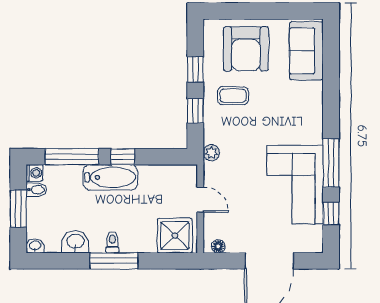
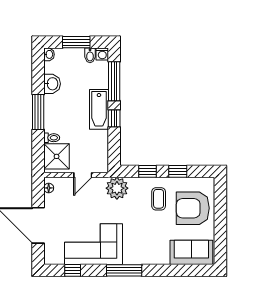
plant: (211, 153) -> (117, 188), width x1.88, depth x1.88
window: (331, 163) -> (124, 270), moved
toilet: (112, 242) -> (52, 138), moved

